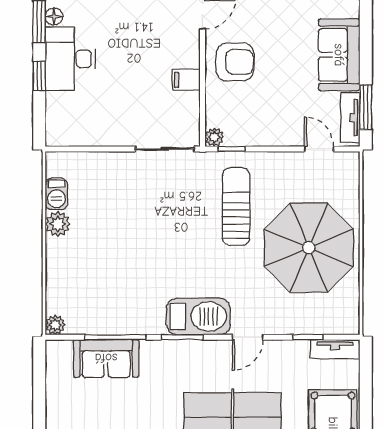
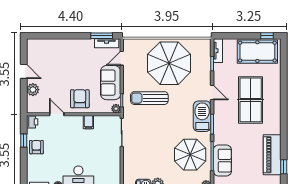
sofa: (339, 55) -> (111, 83), moved, turned 90
parasol: (118, 292) -> (190, 155), added

